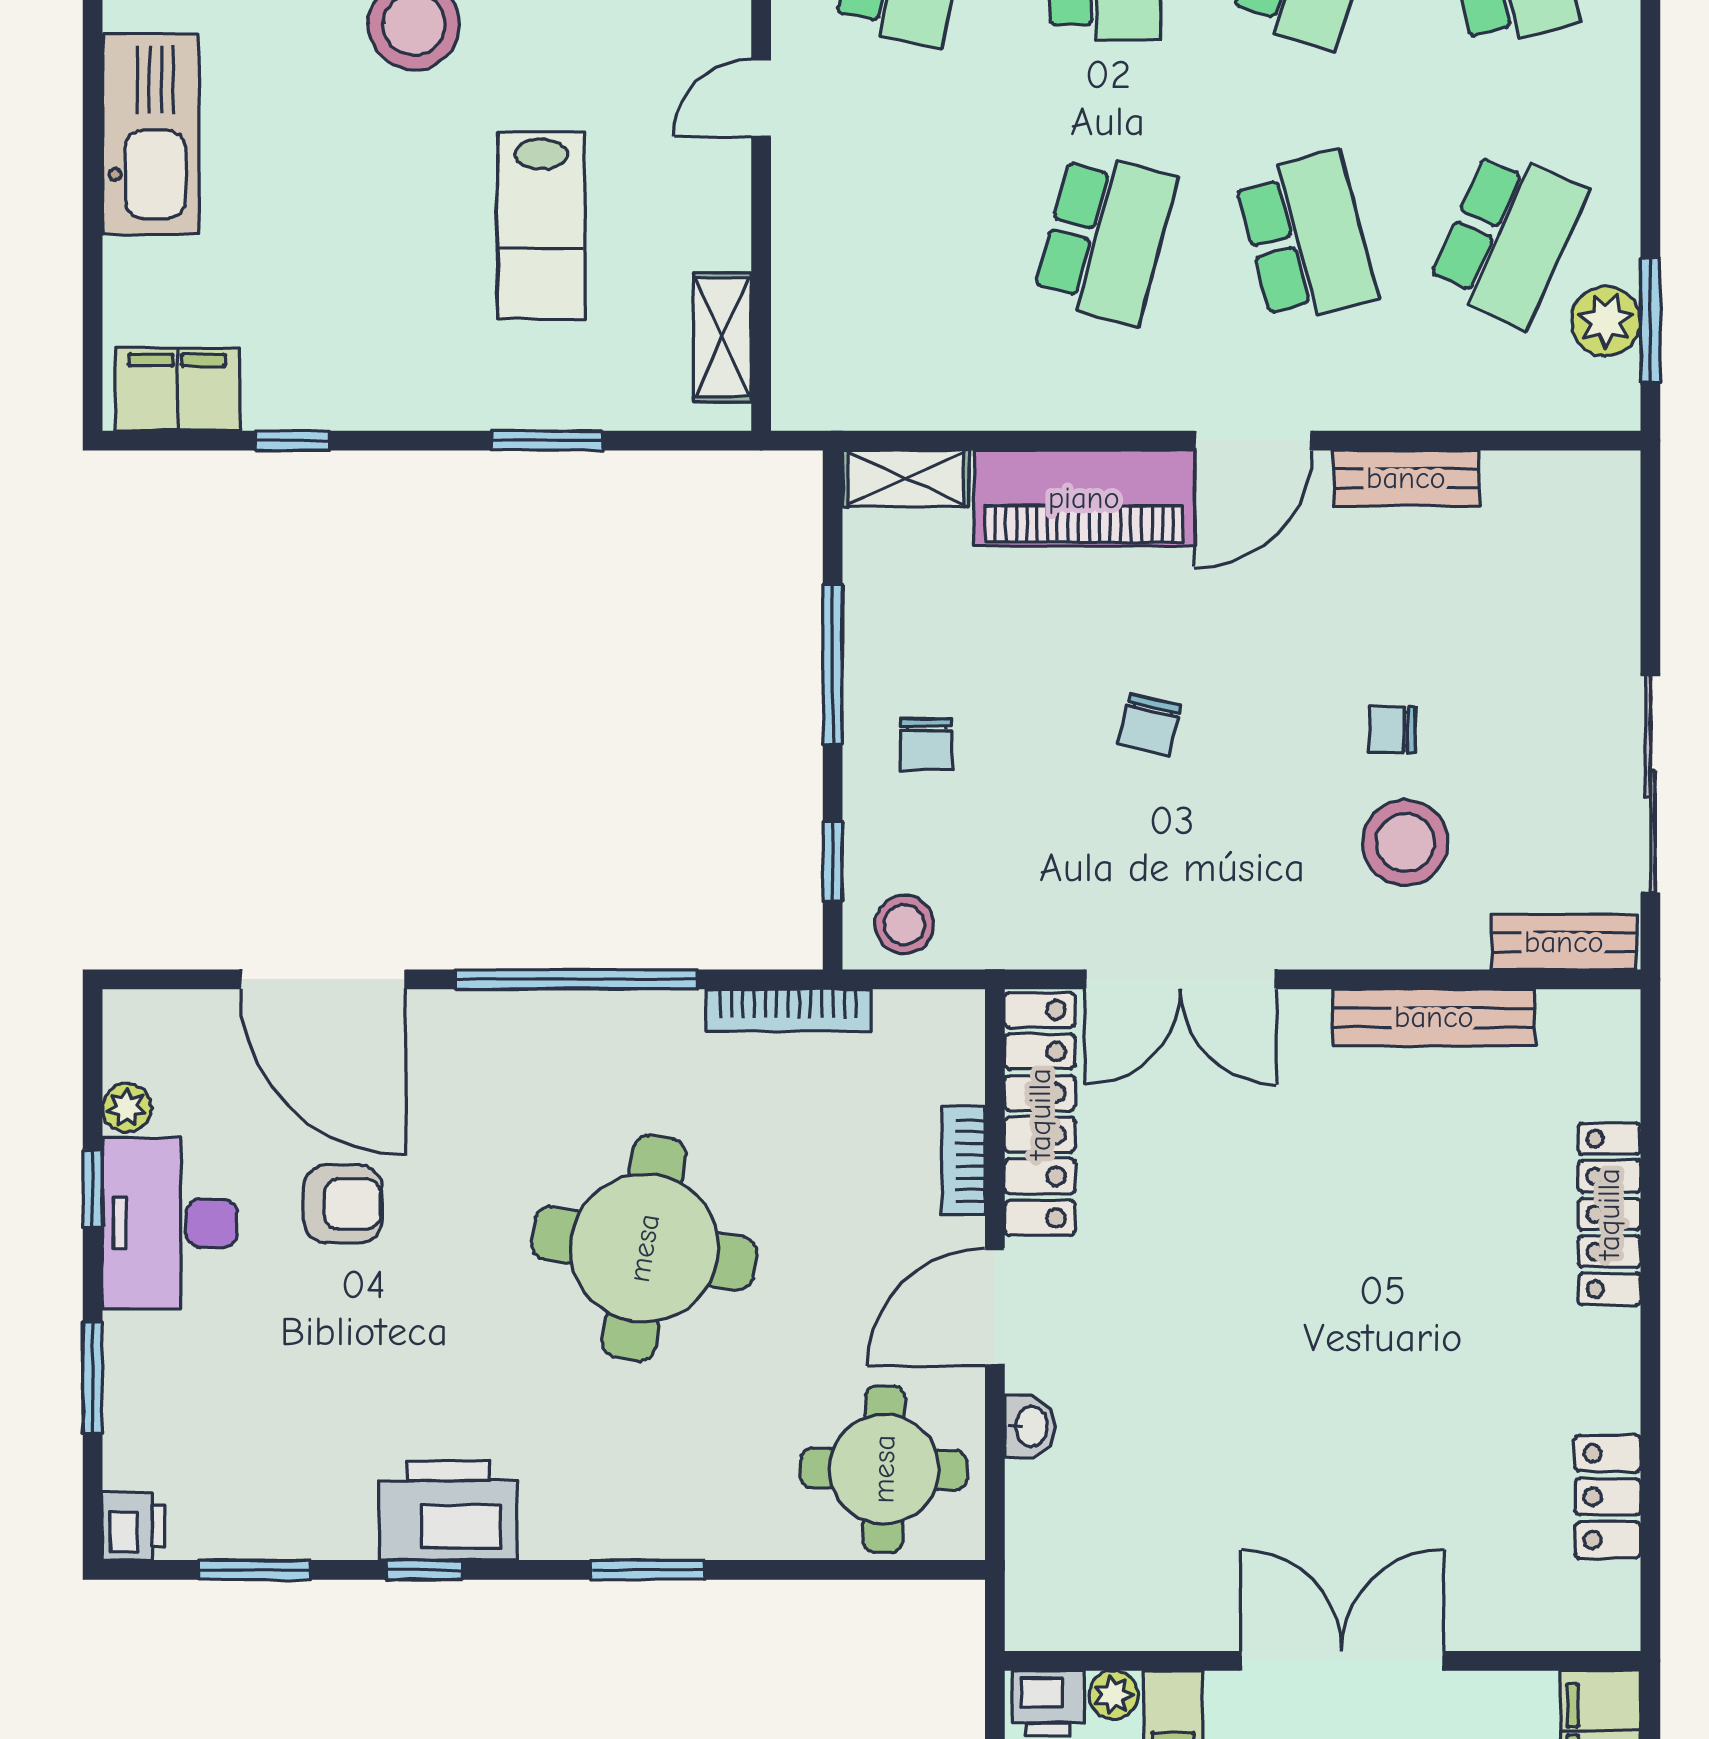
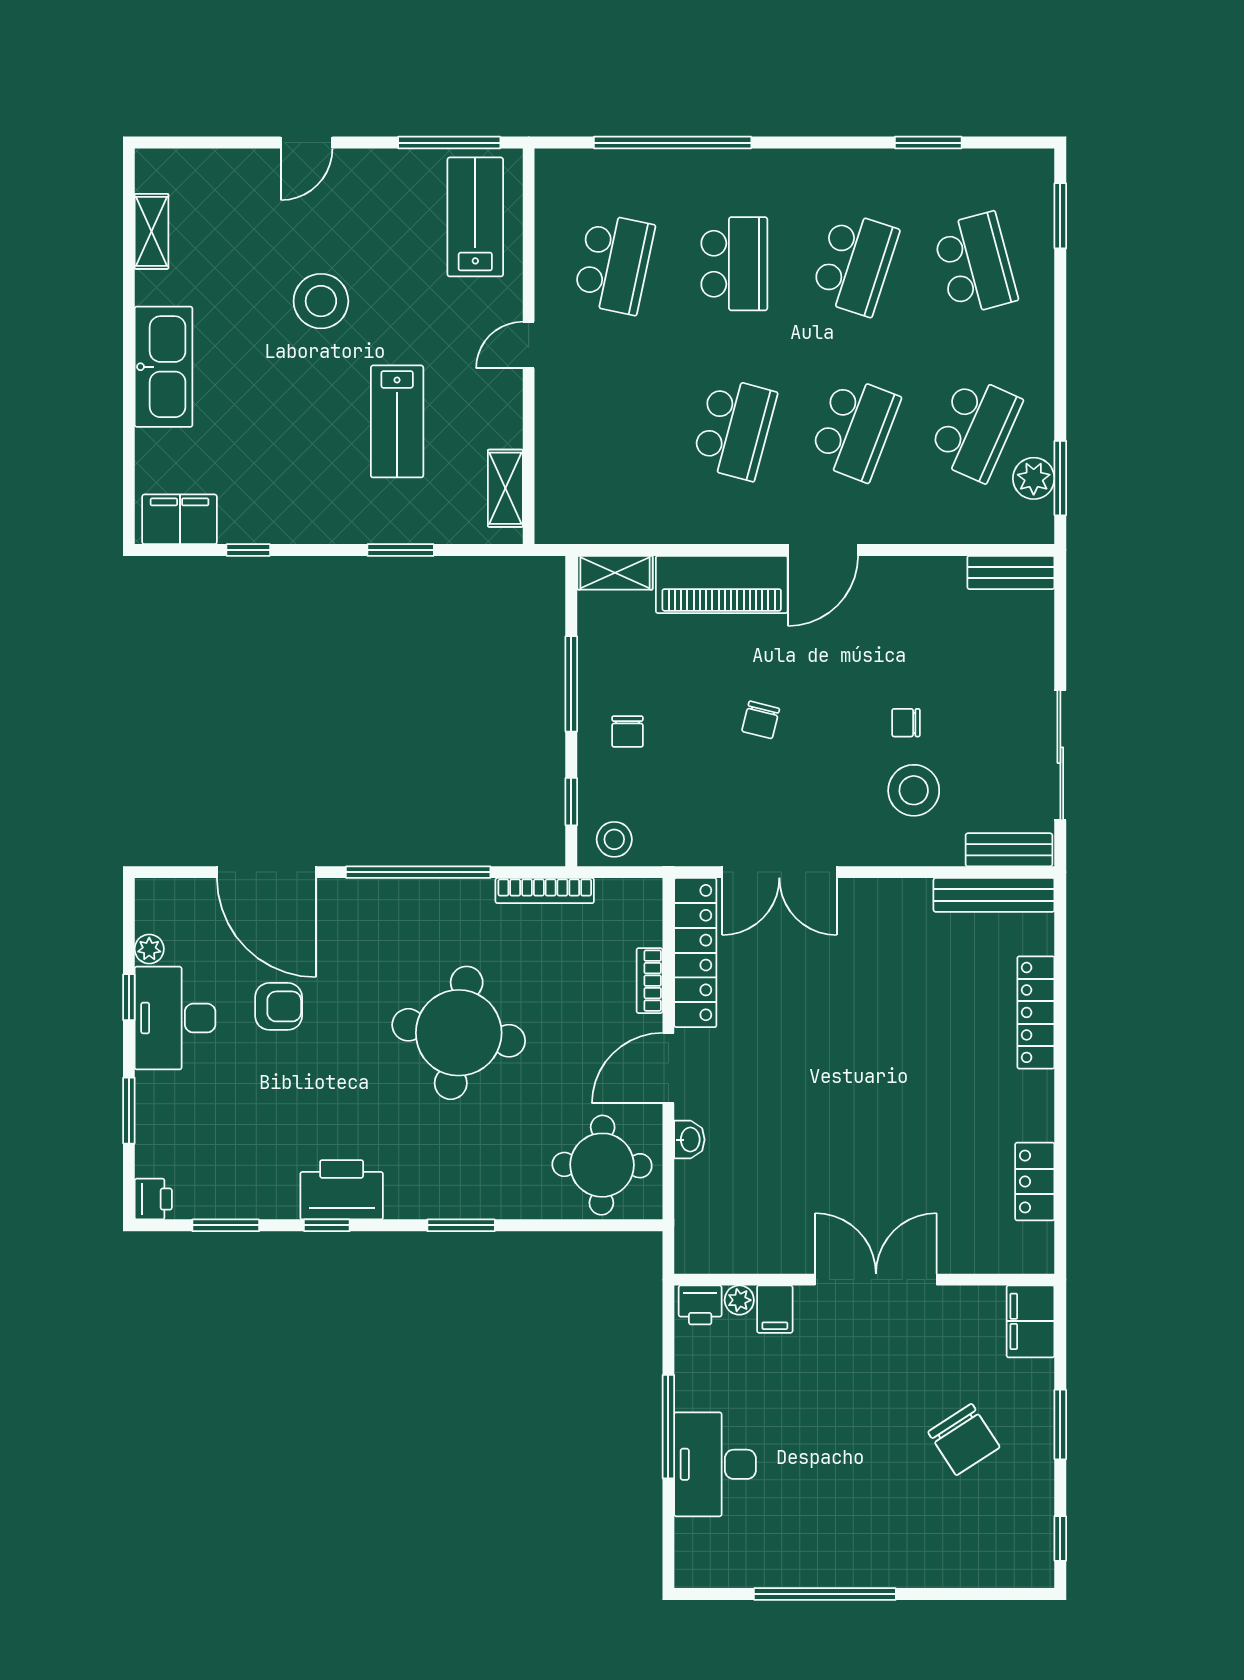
school desk: (1306, 238) -> (855, 429), turned 36
bench: (1406, 478) -> (1011, 572), moved
bench: (1434, 1017) -> (994, 895), moved

